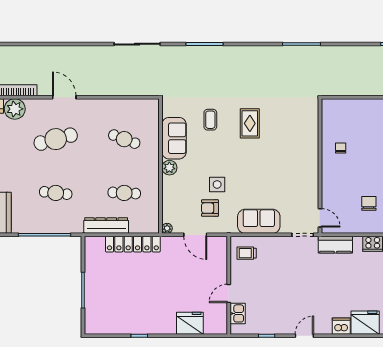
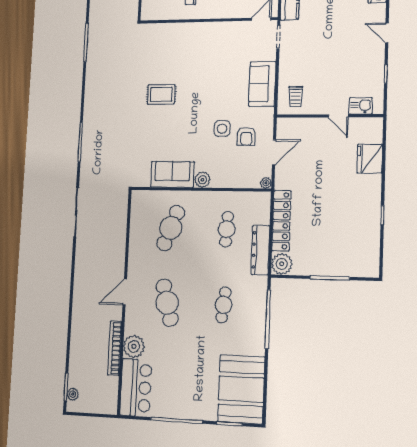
coffee table: (210, 120) -> (155, 136), removed
cafe table: (124, 139) -> (171, 228), width x1.37, depth x1.35
plant: (94, 246) -> (282, 264), added

